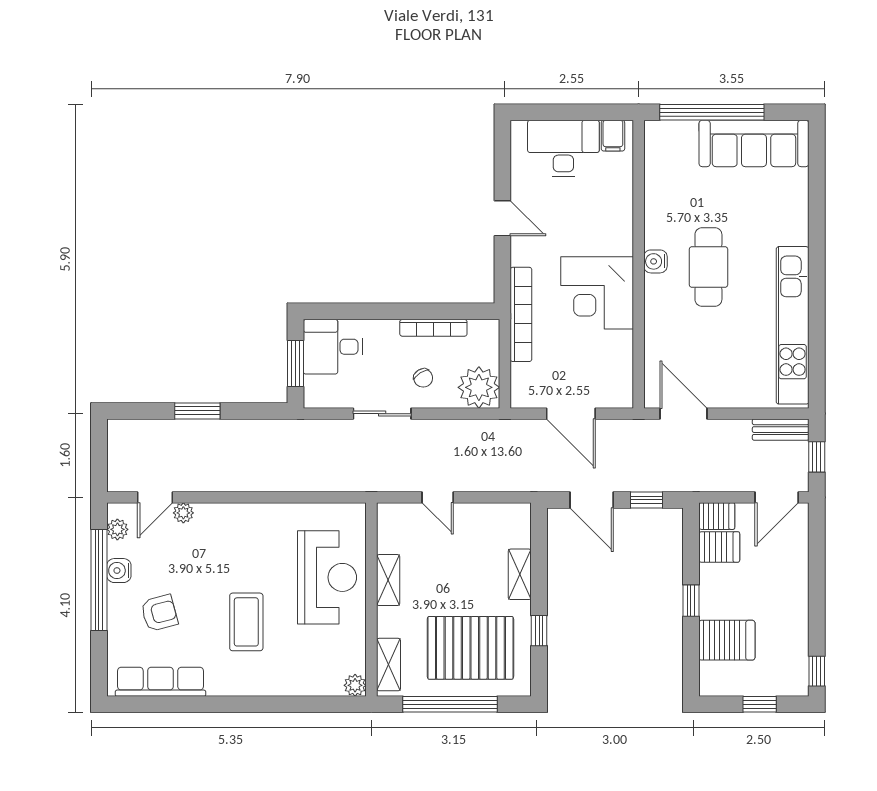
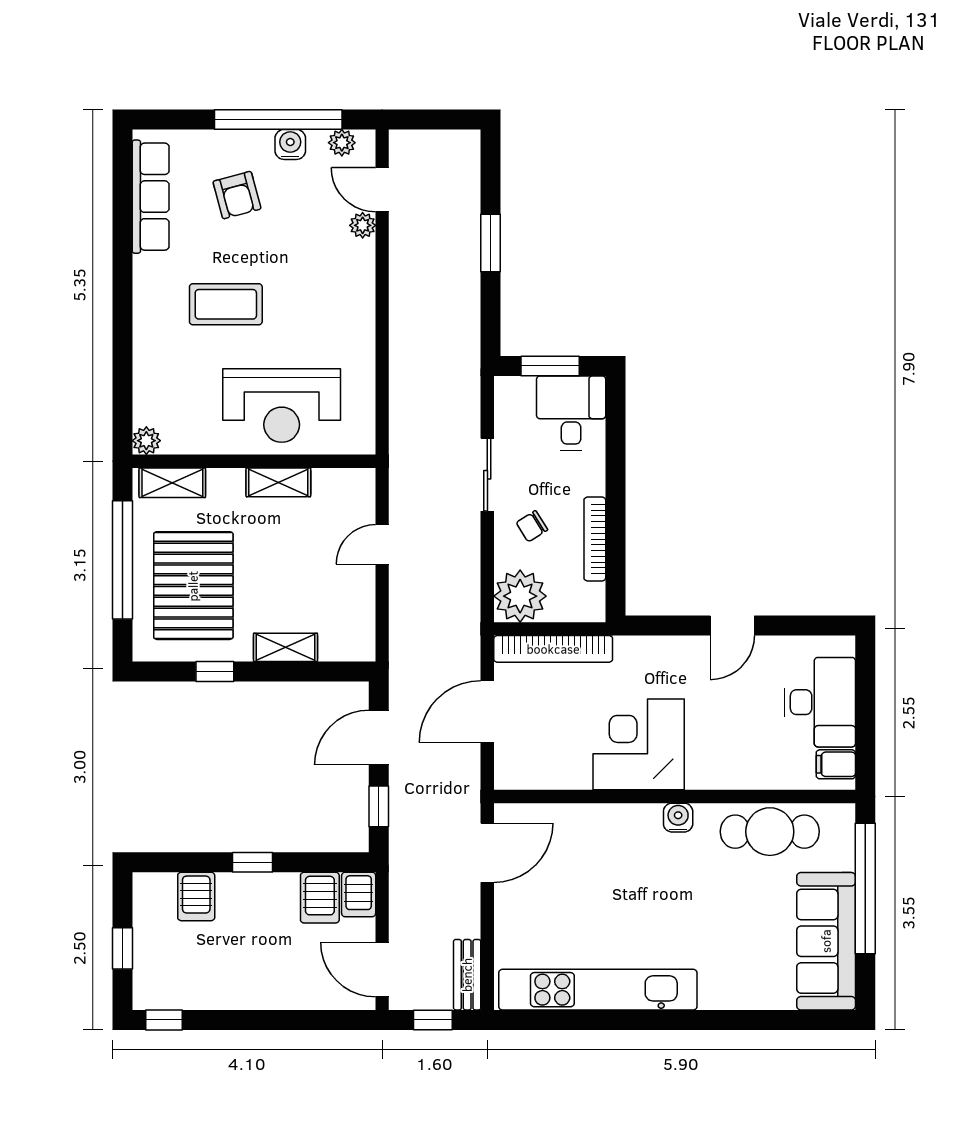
cafe table: (708, 267) -> (770, 832), moved
bookcase: (521, 314) -> (553, 649), moved
server rack: (727, 640) -> (196, 896), width x0.73, depth x0.70

